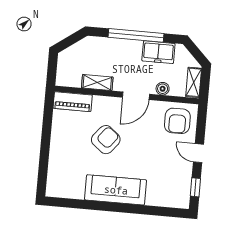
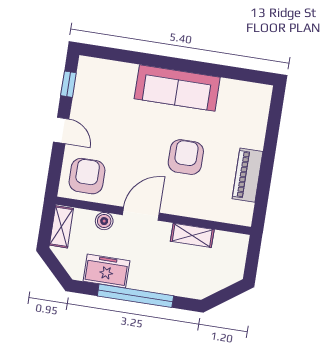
piano: (73, 102) -> (248, 175), moved, turned -90
armchair: (106, 140) -> (186, 157), turned 141

